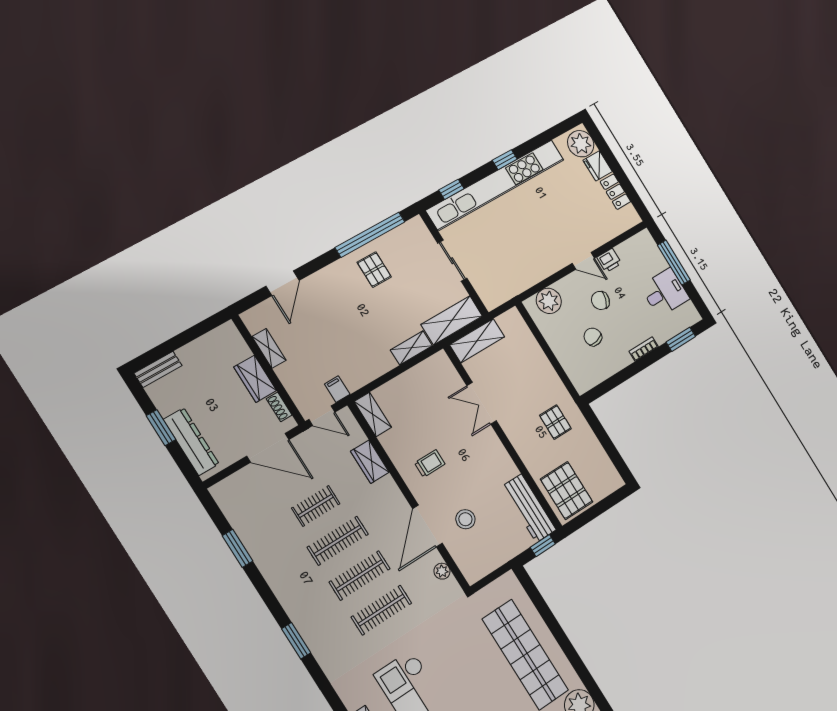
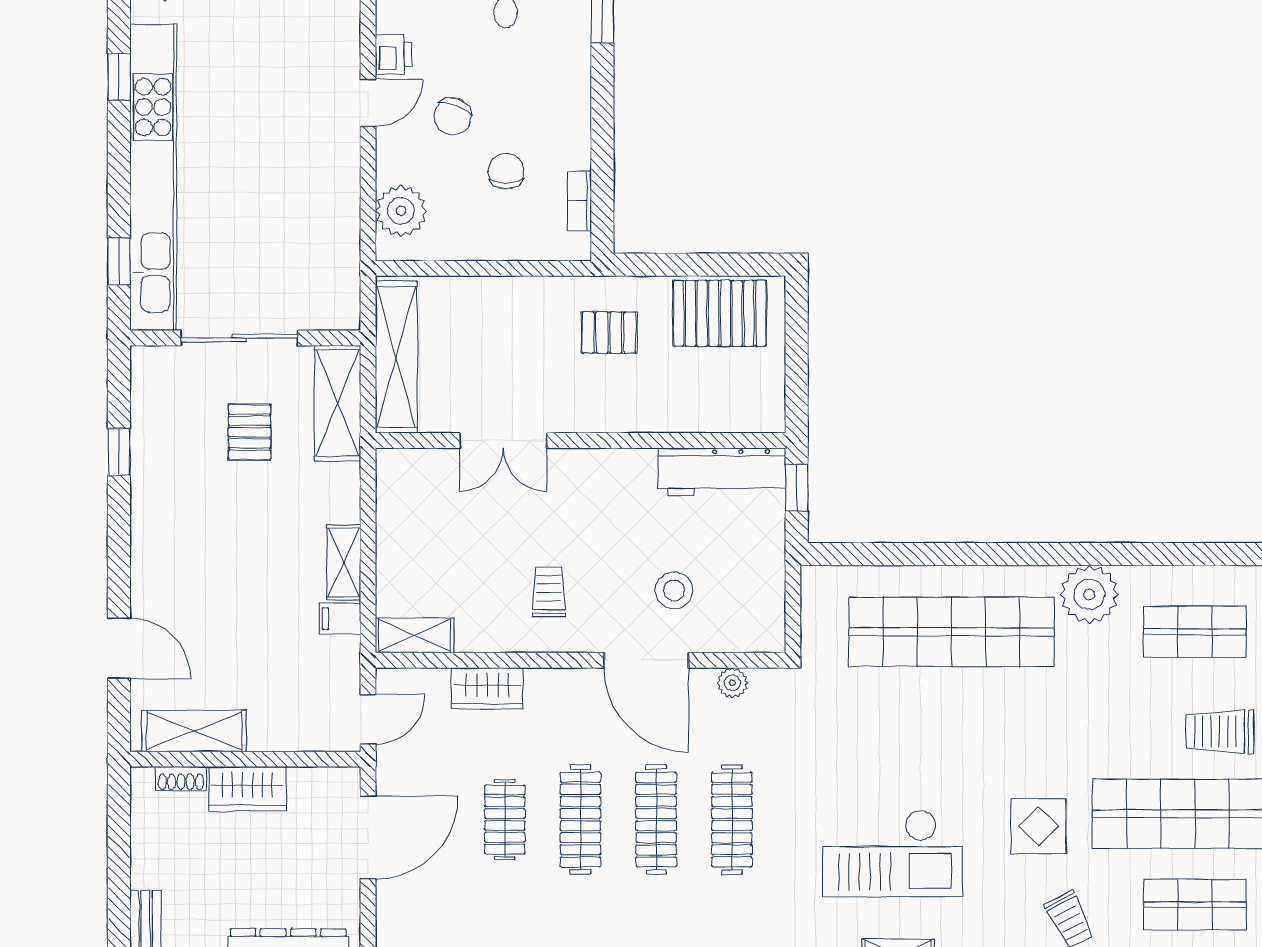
window: (505, 160) -> (119, 77), moved
window: (370, 235) -> (119, 452), width x0.32
sliding door: (452, 261) -> (239, 338), width x1.37
pallet: (374, 270) -> (250, 432), moved, turned 90
chair: (593, 337) -> (506, 171), turned 103
shelving: (477, 341) -> (396, 357), width x1.47
shelving: (269, 348) -> (194, 731), width x1.50, depth x1.33
shelving: (411, 348) -> (344, 563), moved
bookcase: (644, 349) -> (579, 201), moved
filing cabinet: (337, 389) -> (340, 619), moved
shoe rack: (279, 407) -> (181, 779), moved
pallet: (567, 491) -> (720, 313), moved

